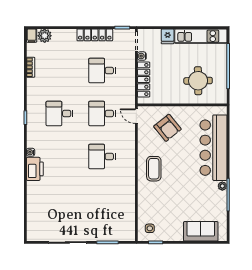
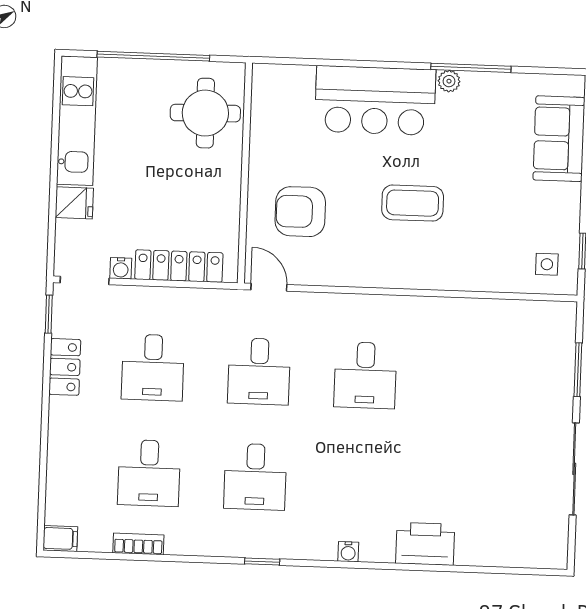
locker: (95, 35) -> (65, 367), width x0.66
plant: (45, 36) -> (62, 507), removed
desk: (59, 70) -> (149, 473), added
round table: (198, 81) -> (205, 113), moved
door: (136, 116) -> (269, 287), swing flipped
armchair: (167, 128) -> (300, 212), turned -141
bar counter: (213, 148) -> (375, 100), width x0.73
printer: (35, 169) -> (425, 544), moved
coffee table: (154, 169) -> (413, 203), moved

